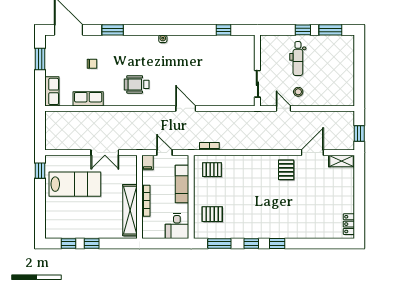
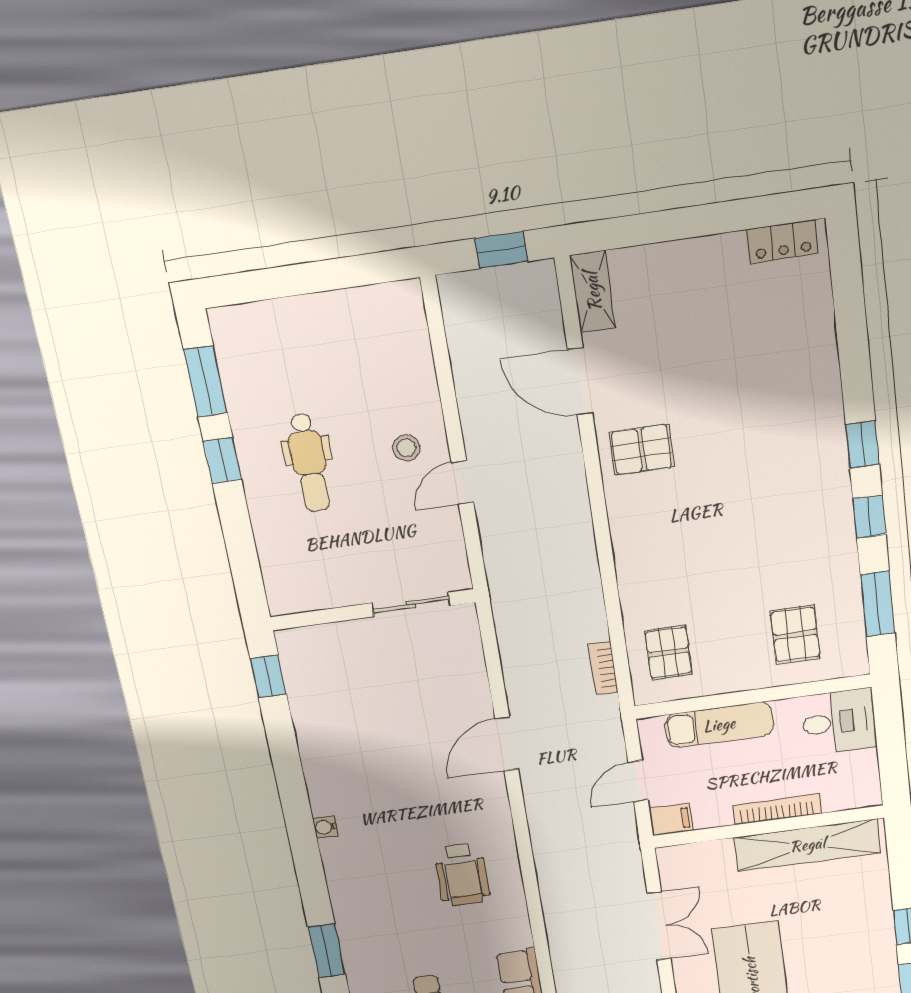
dental chair: (298, 59) -> (309, 463), turned 90
wall: (257, 70) -> (373, 610), moved
sliding door: (257, 84) -> (411, 605), moved

